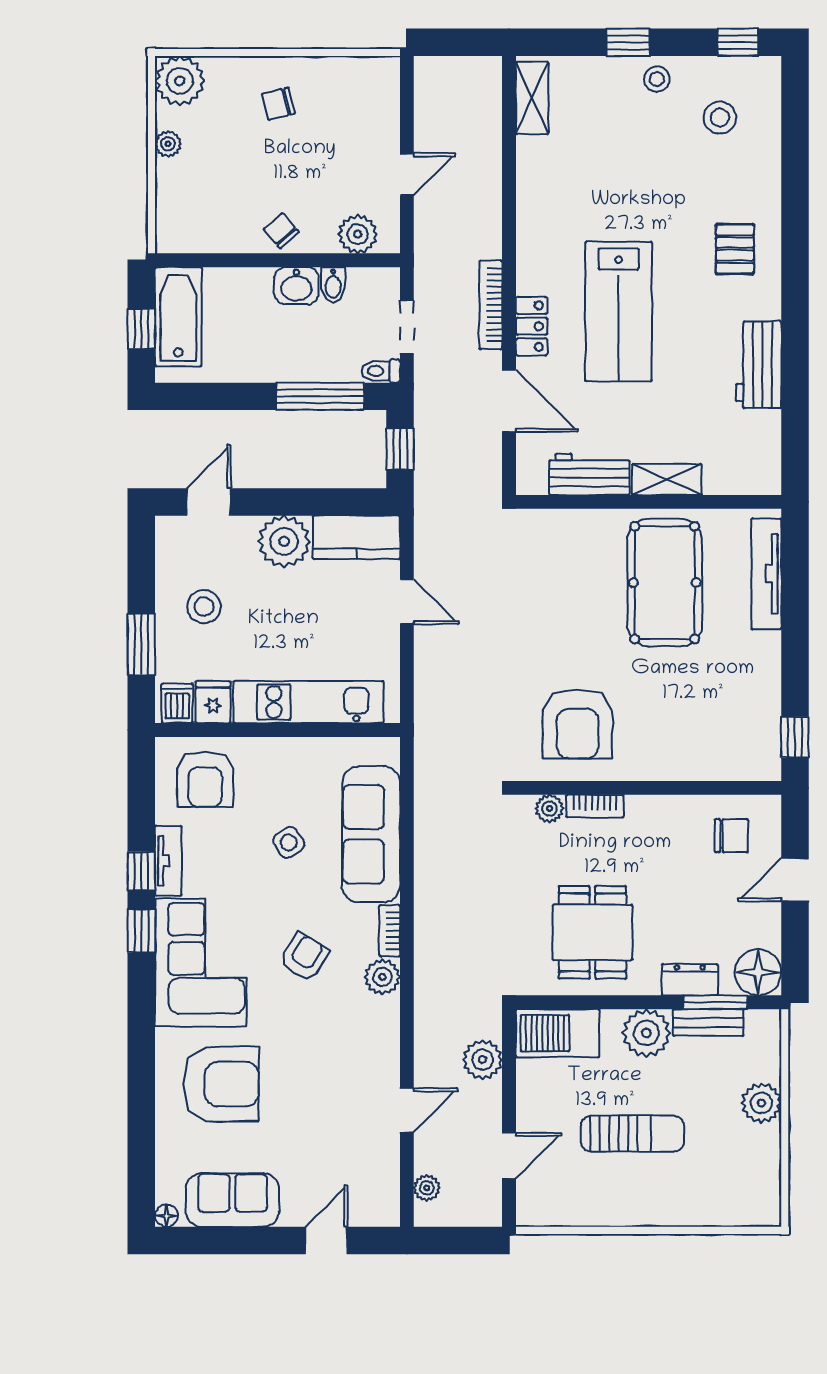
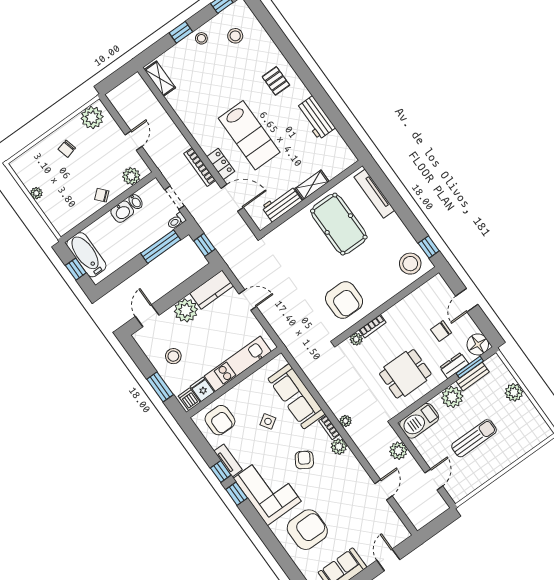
plant: (180, 81) -> (92, 118), moved
stool: (741, 743) -> (410, 264), added
chair: (731, 836) -> (441, 331), moved, turned 180
dining table: (592, 932) -> (405, 374), turned 90
plant: (427, 1188) -> (346, 421), moved

